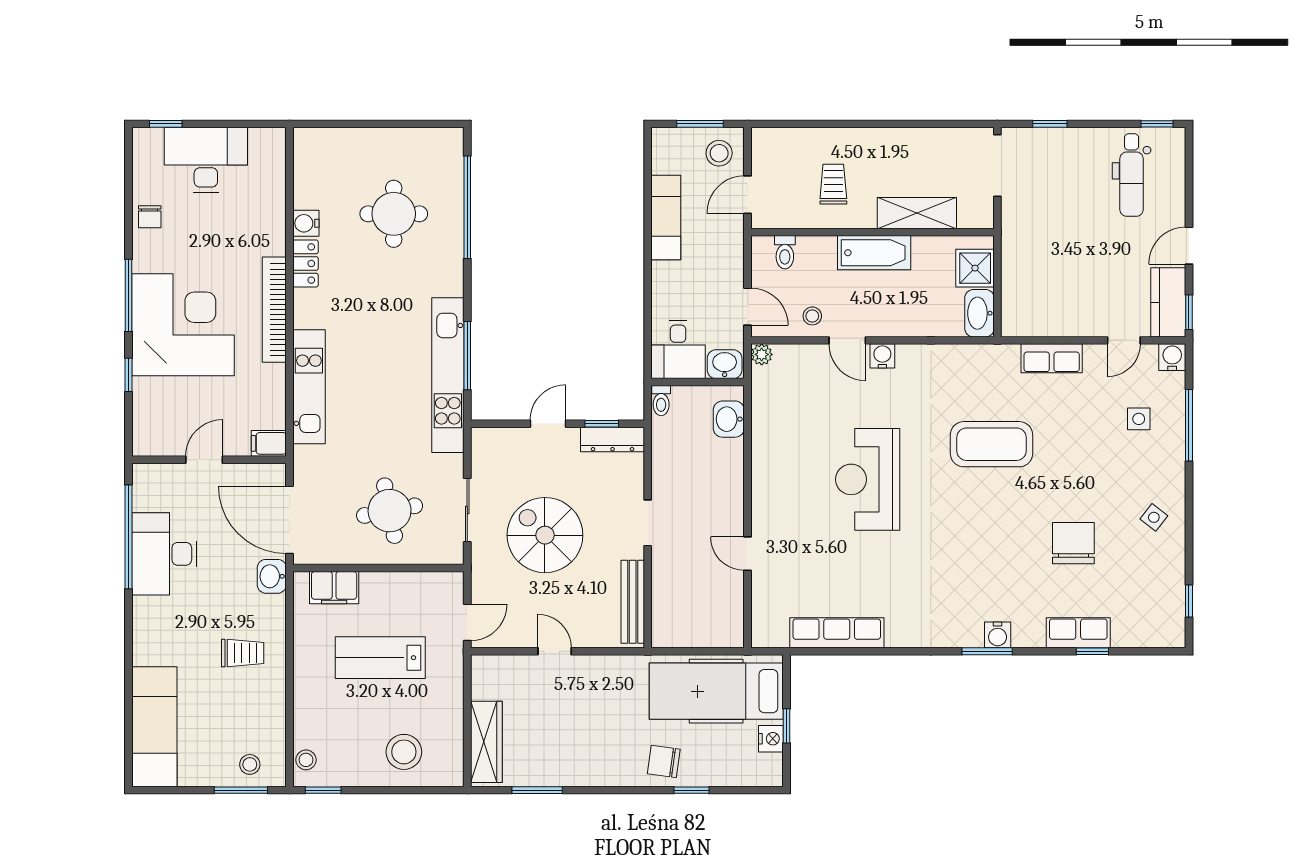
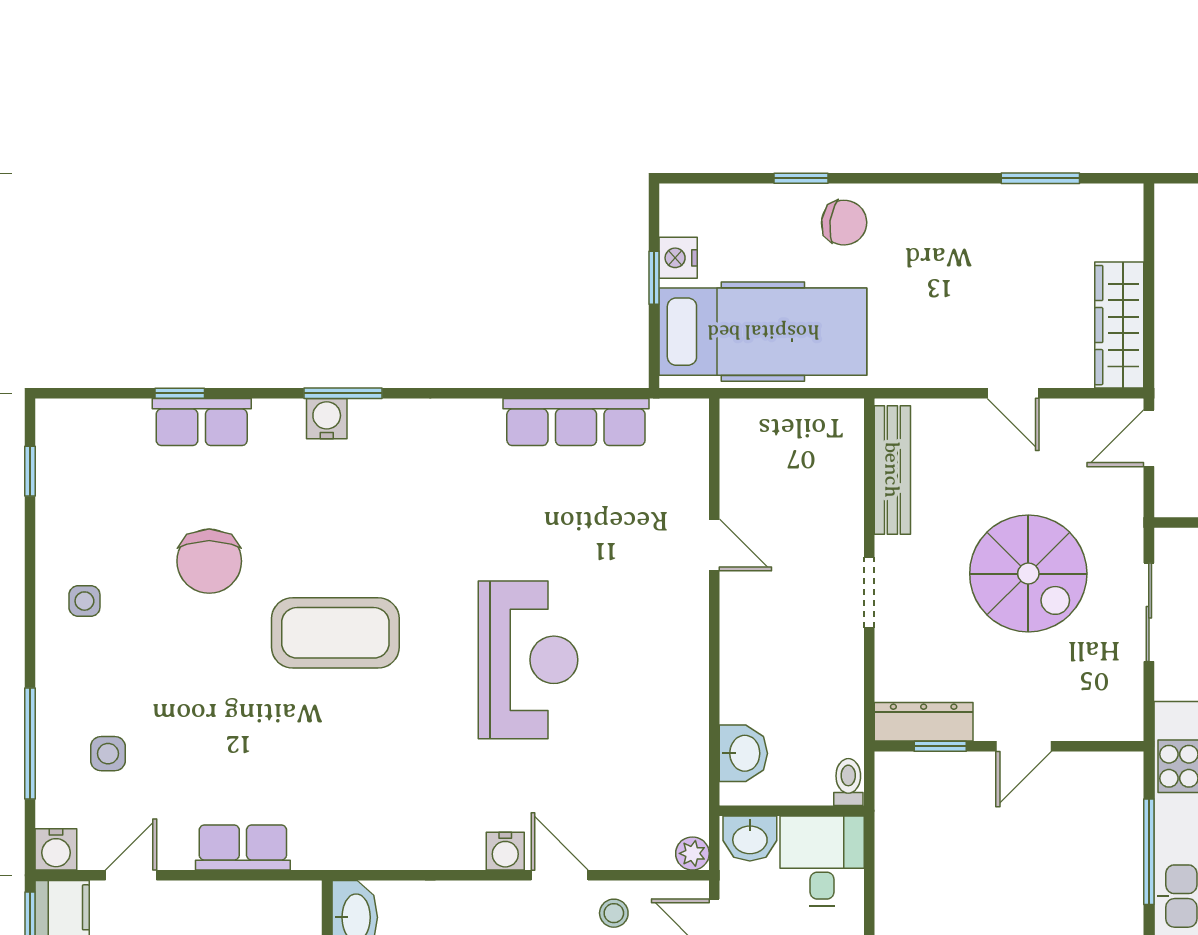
coffee table: (992, 444) -> (335, 633), moved
side table: (1154, 517) -> (84, 601), turned -38
wardrobe: (486, 742) -> (1119, 325), moved

